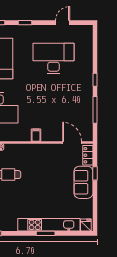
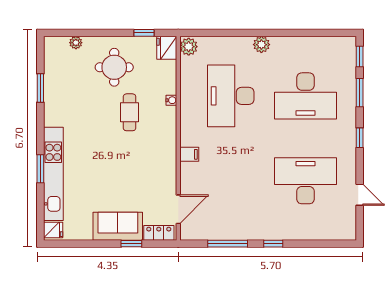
desk: (53, 58) -> (305, 181), turned -90

